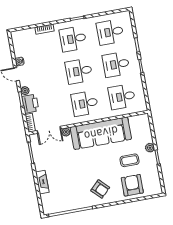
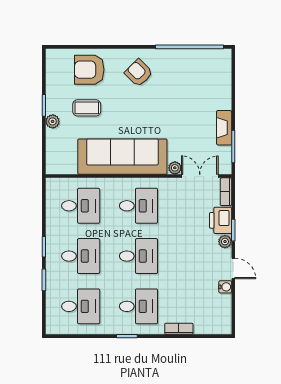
fireplace: (42, 182) -> (224, 128), moved
armchair: (132, 185) -> (89, 70), turned 90

